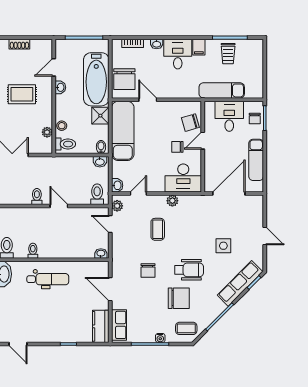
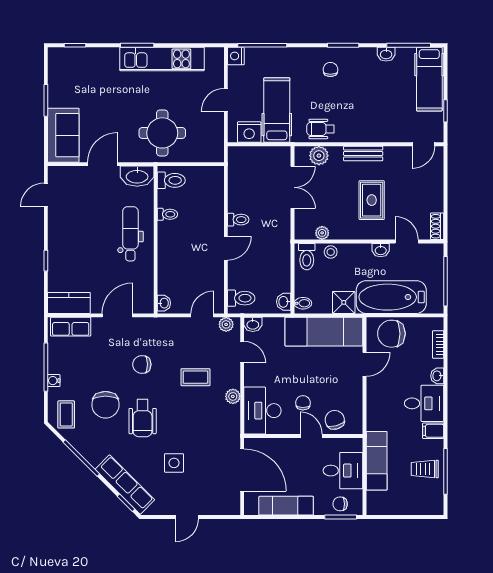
shoe rack: (19, 44) -> (437, 226), moved
dental chair: (48, 279) -> (130, 234), turned 180

